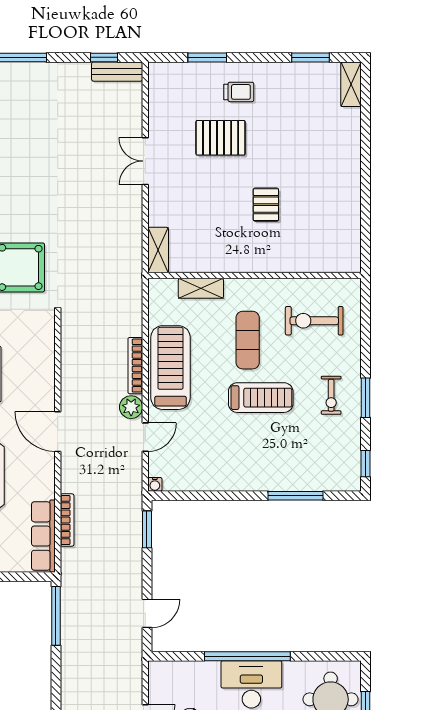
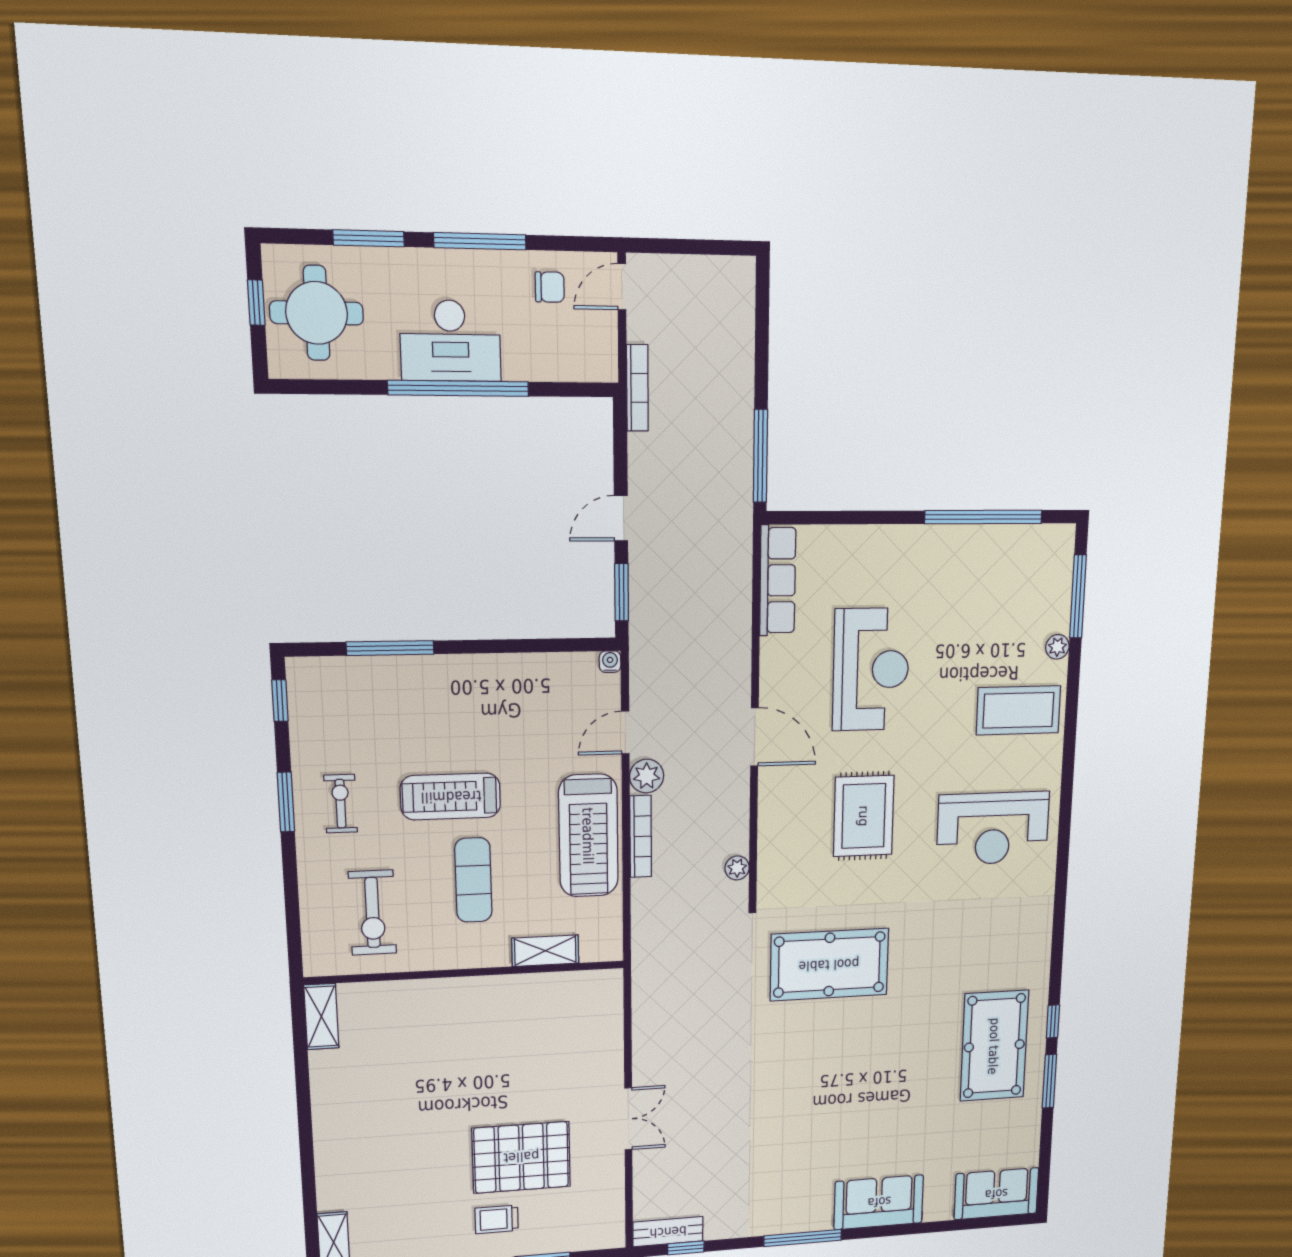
pallet: (221, 138) -> (521, 1157), width x1.37, depth x1.41
pallet: (266, 205) -> (452, 1072), removed
shelving: (158, 250) -> (321, 1017), moved
exercise bike: (314, 321) -> (372, 913), turned 90
plant: (69, 341) -> (737, 868), added
bookcase: (67, 520) -> (637, 388), moved, turned 180
door: (147, 613) -> (621, 518), moved

